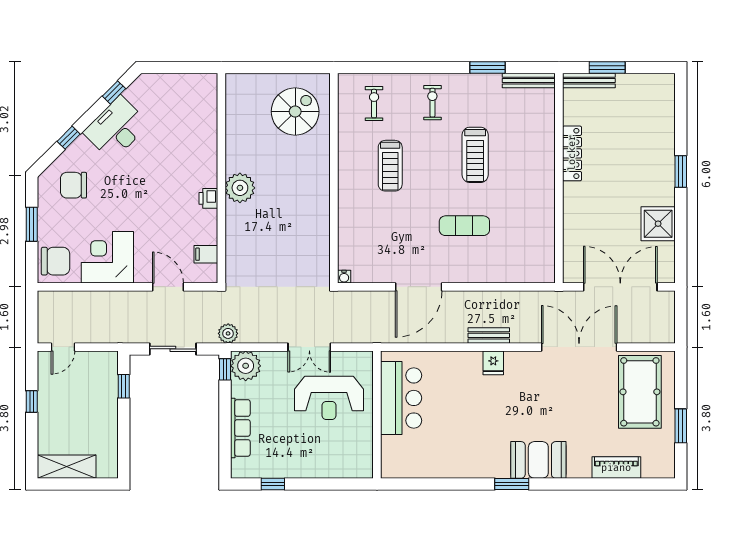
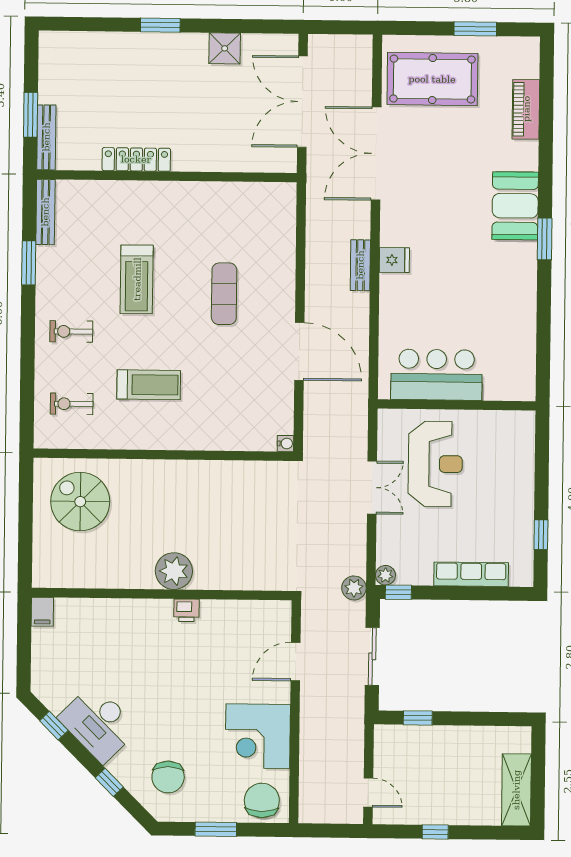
treadmill: (475, 155) -> (137, 279), turned 90
shower: (658, 224) -> (225, 48), width x0.73, depth x0.73
filing cabinet: (206, 254) -> (42, 612), moved
plant: (246, 366) -> (385, 575), width x0.53, depth x0.53

